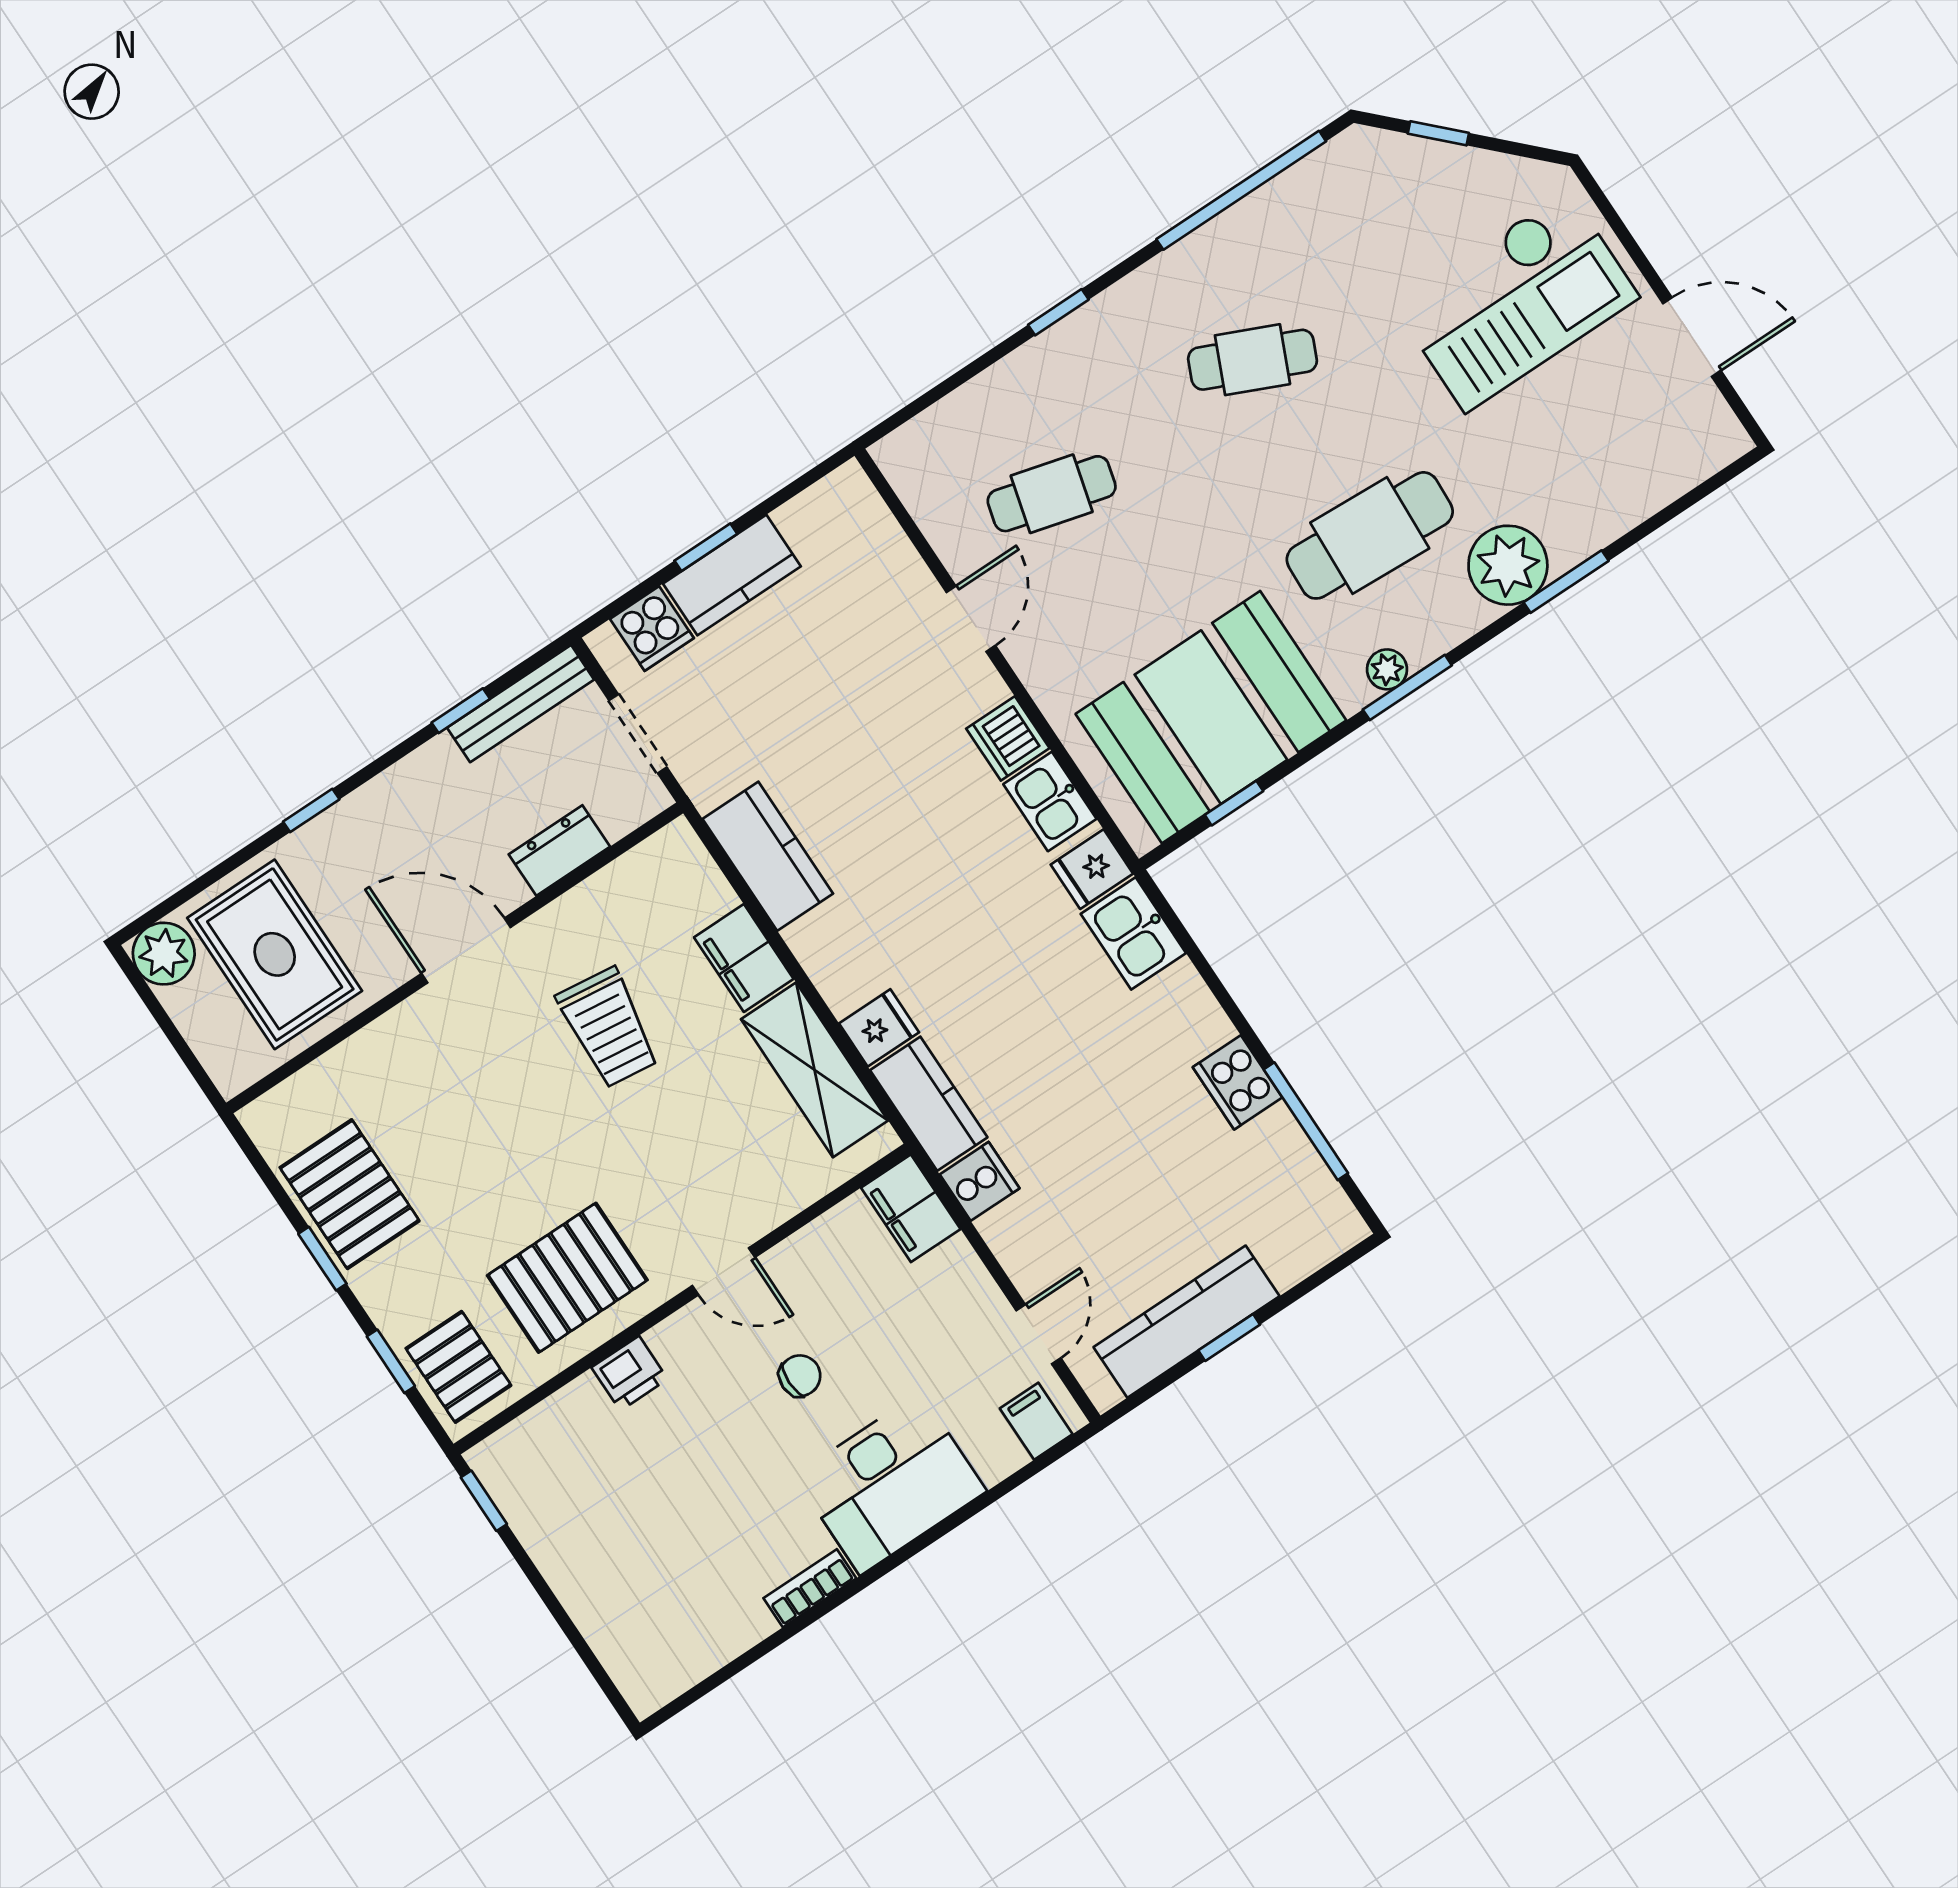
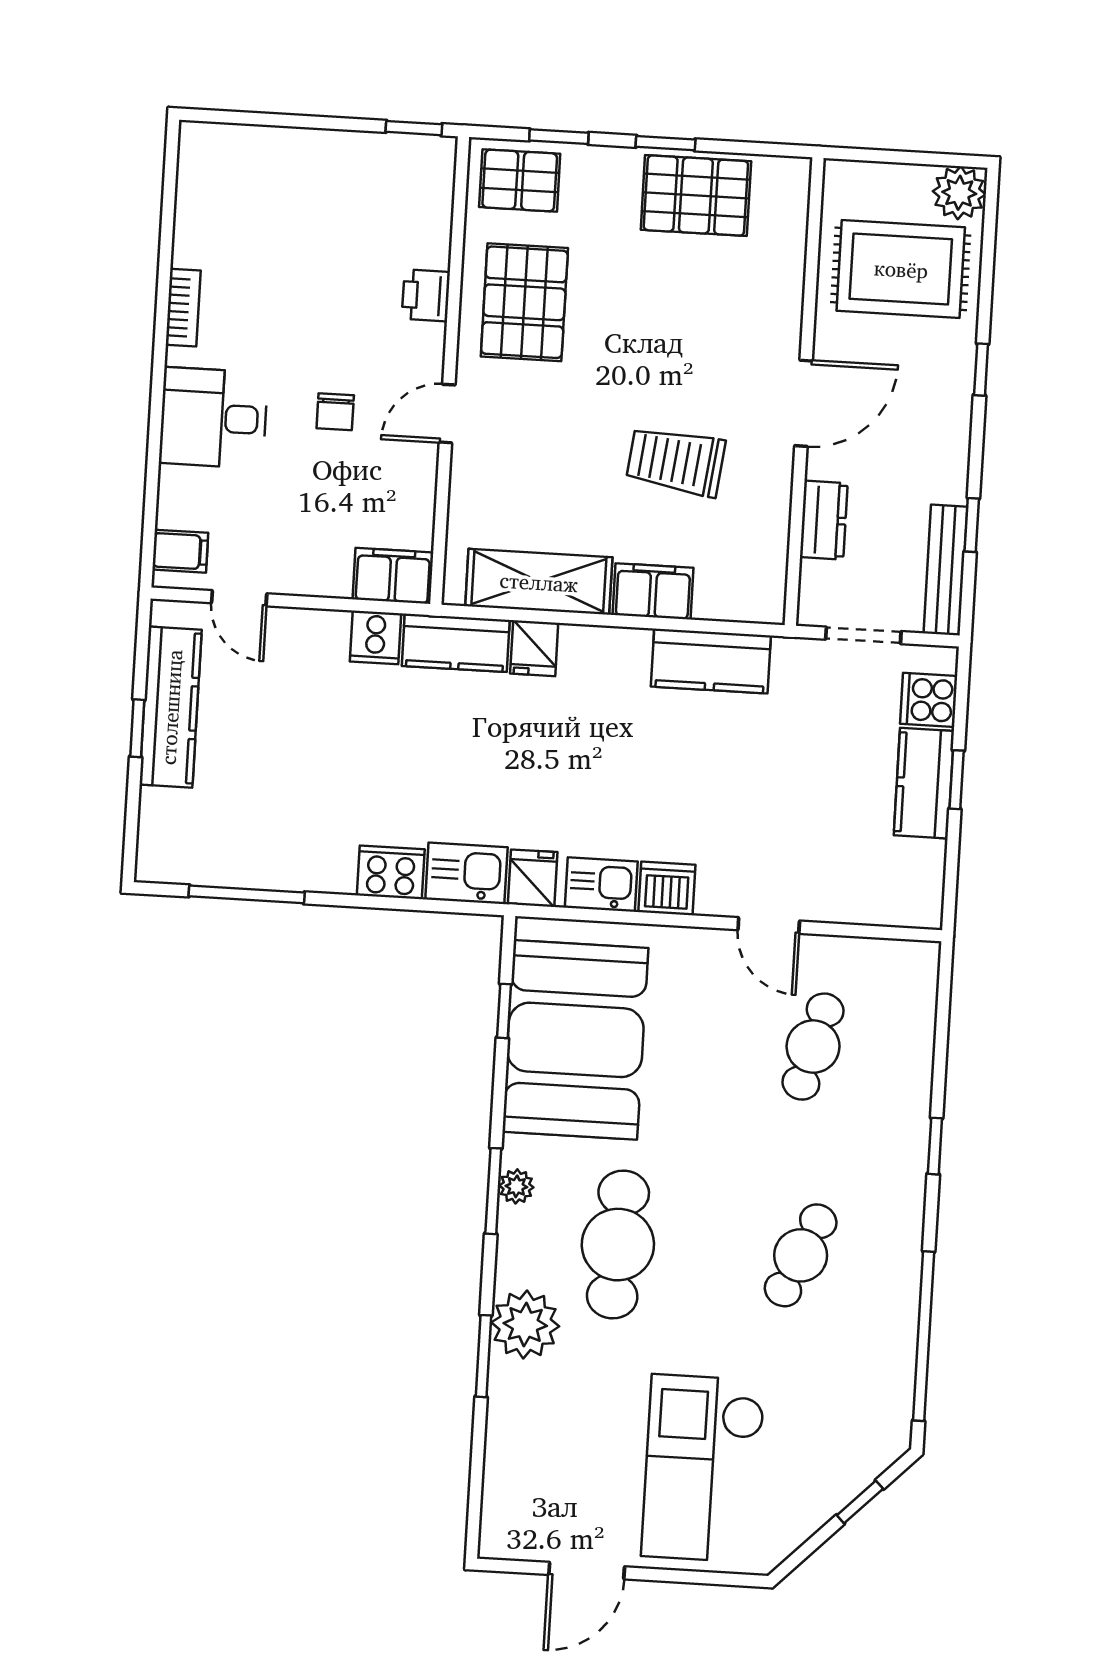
cooker: (1238, 1082) -> (391, 872), moved
desk: (890, 1484) -> (213, 418), width x0.73

